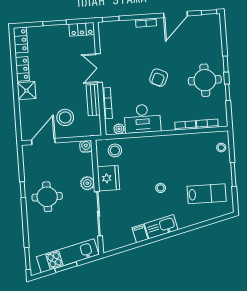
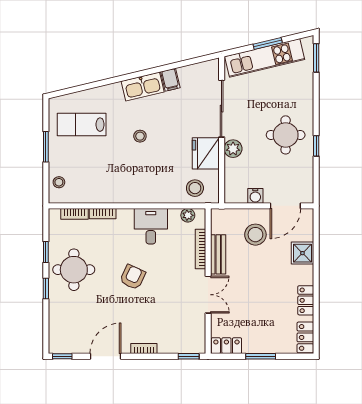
shower: (26, 91) -> (302, 253), moved
desk: (142, 119) -> (151, 226), width x0.73
water cooler: (86, 146) -> (255, 196), moved

